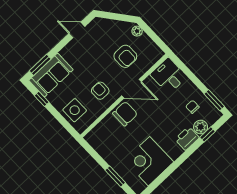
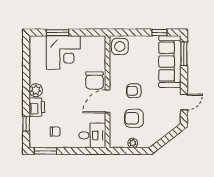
plant: (137, 31) -> (133, 143), moved
sofa: (51, 75) -> (170, 62), width x1.36
armchair: (100, 91) -> (134, 91), moved, turned 180
side table: (75, 110) -> (120, 46), moved
plant: (201, 127) -> (36, 90), moved
corner desk: (149, 161) -> (63, 52), moved, turned 90

